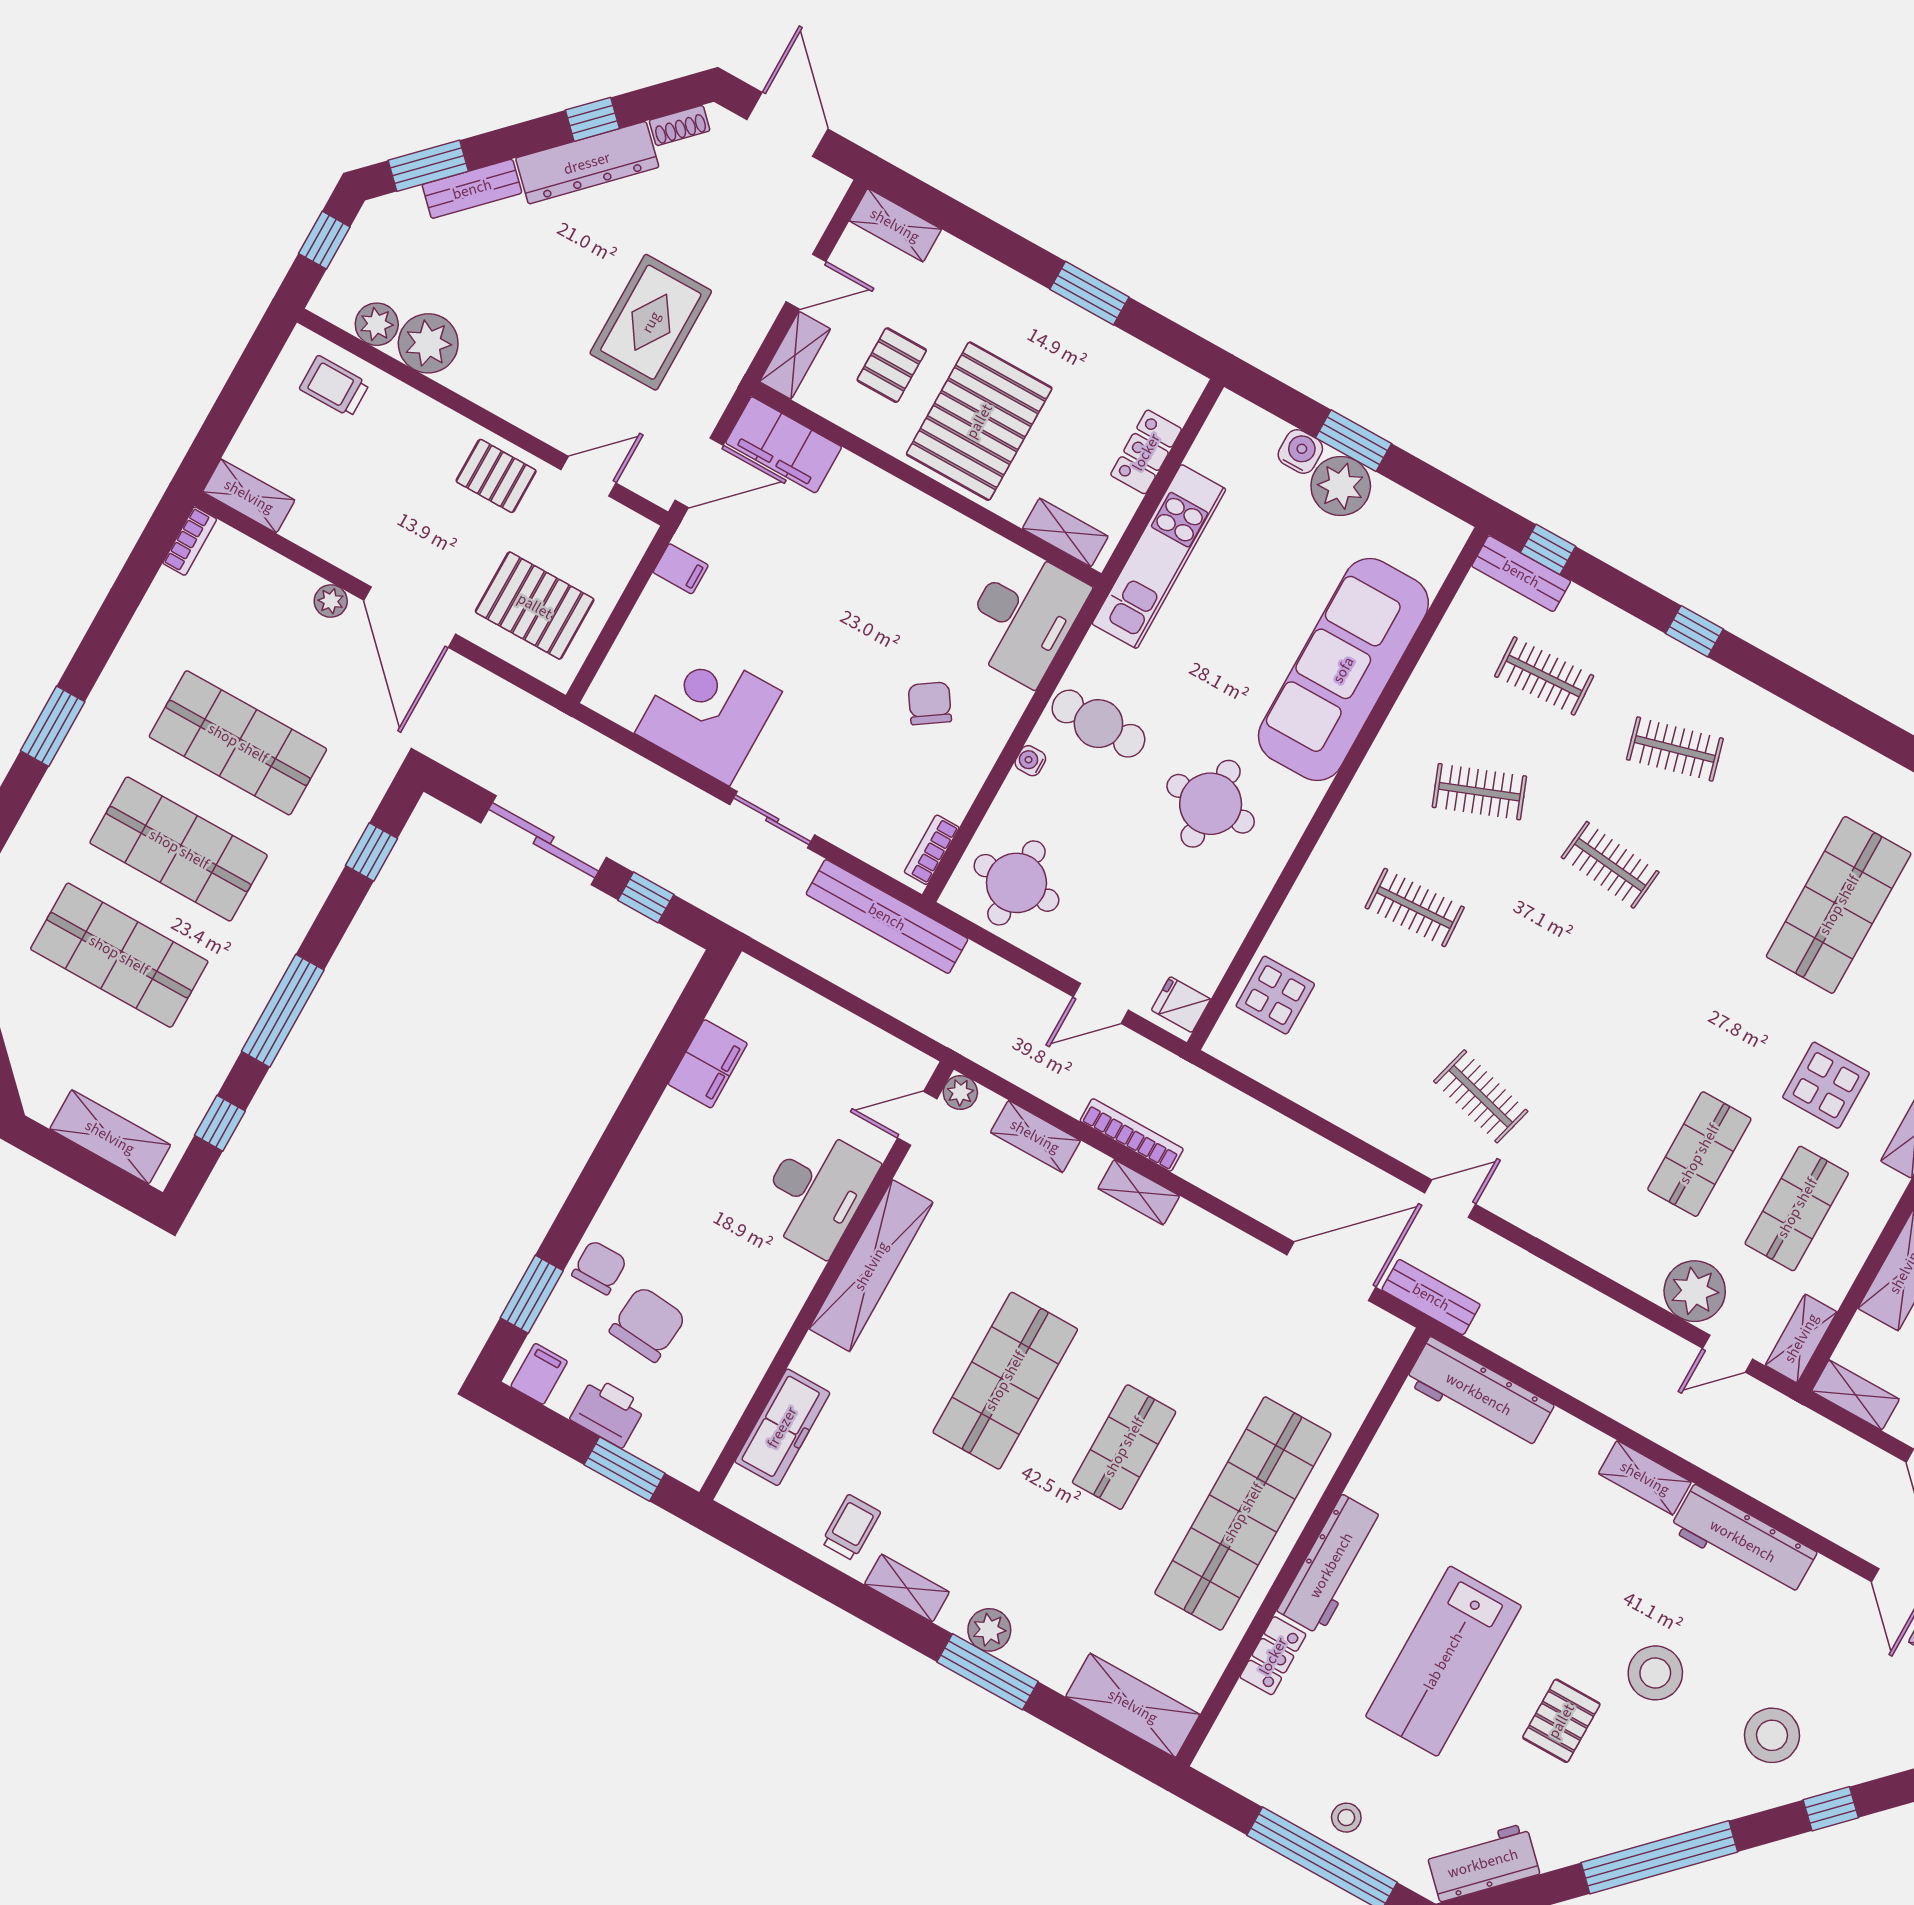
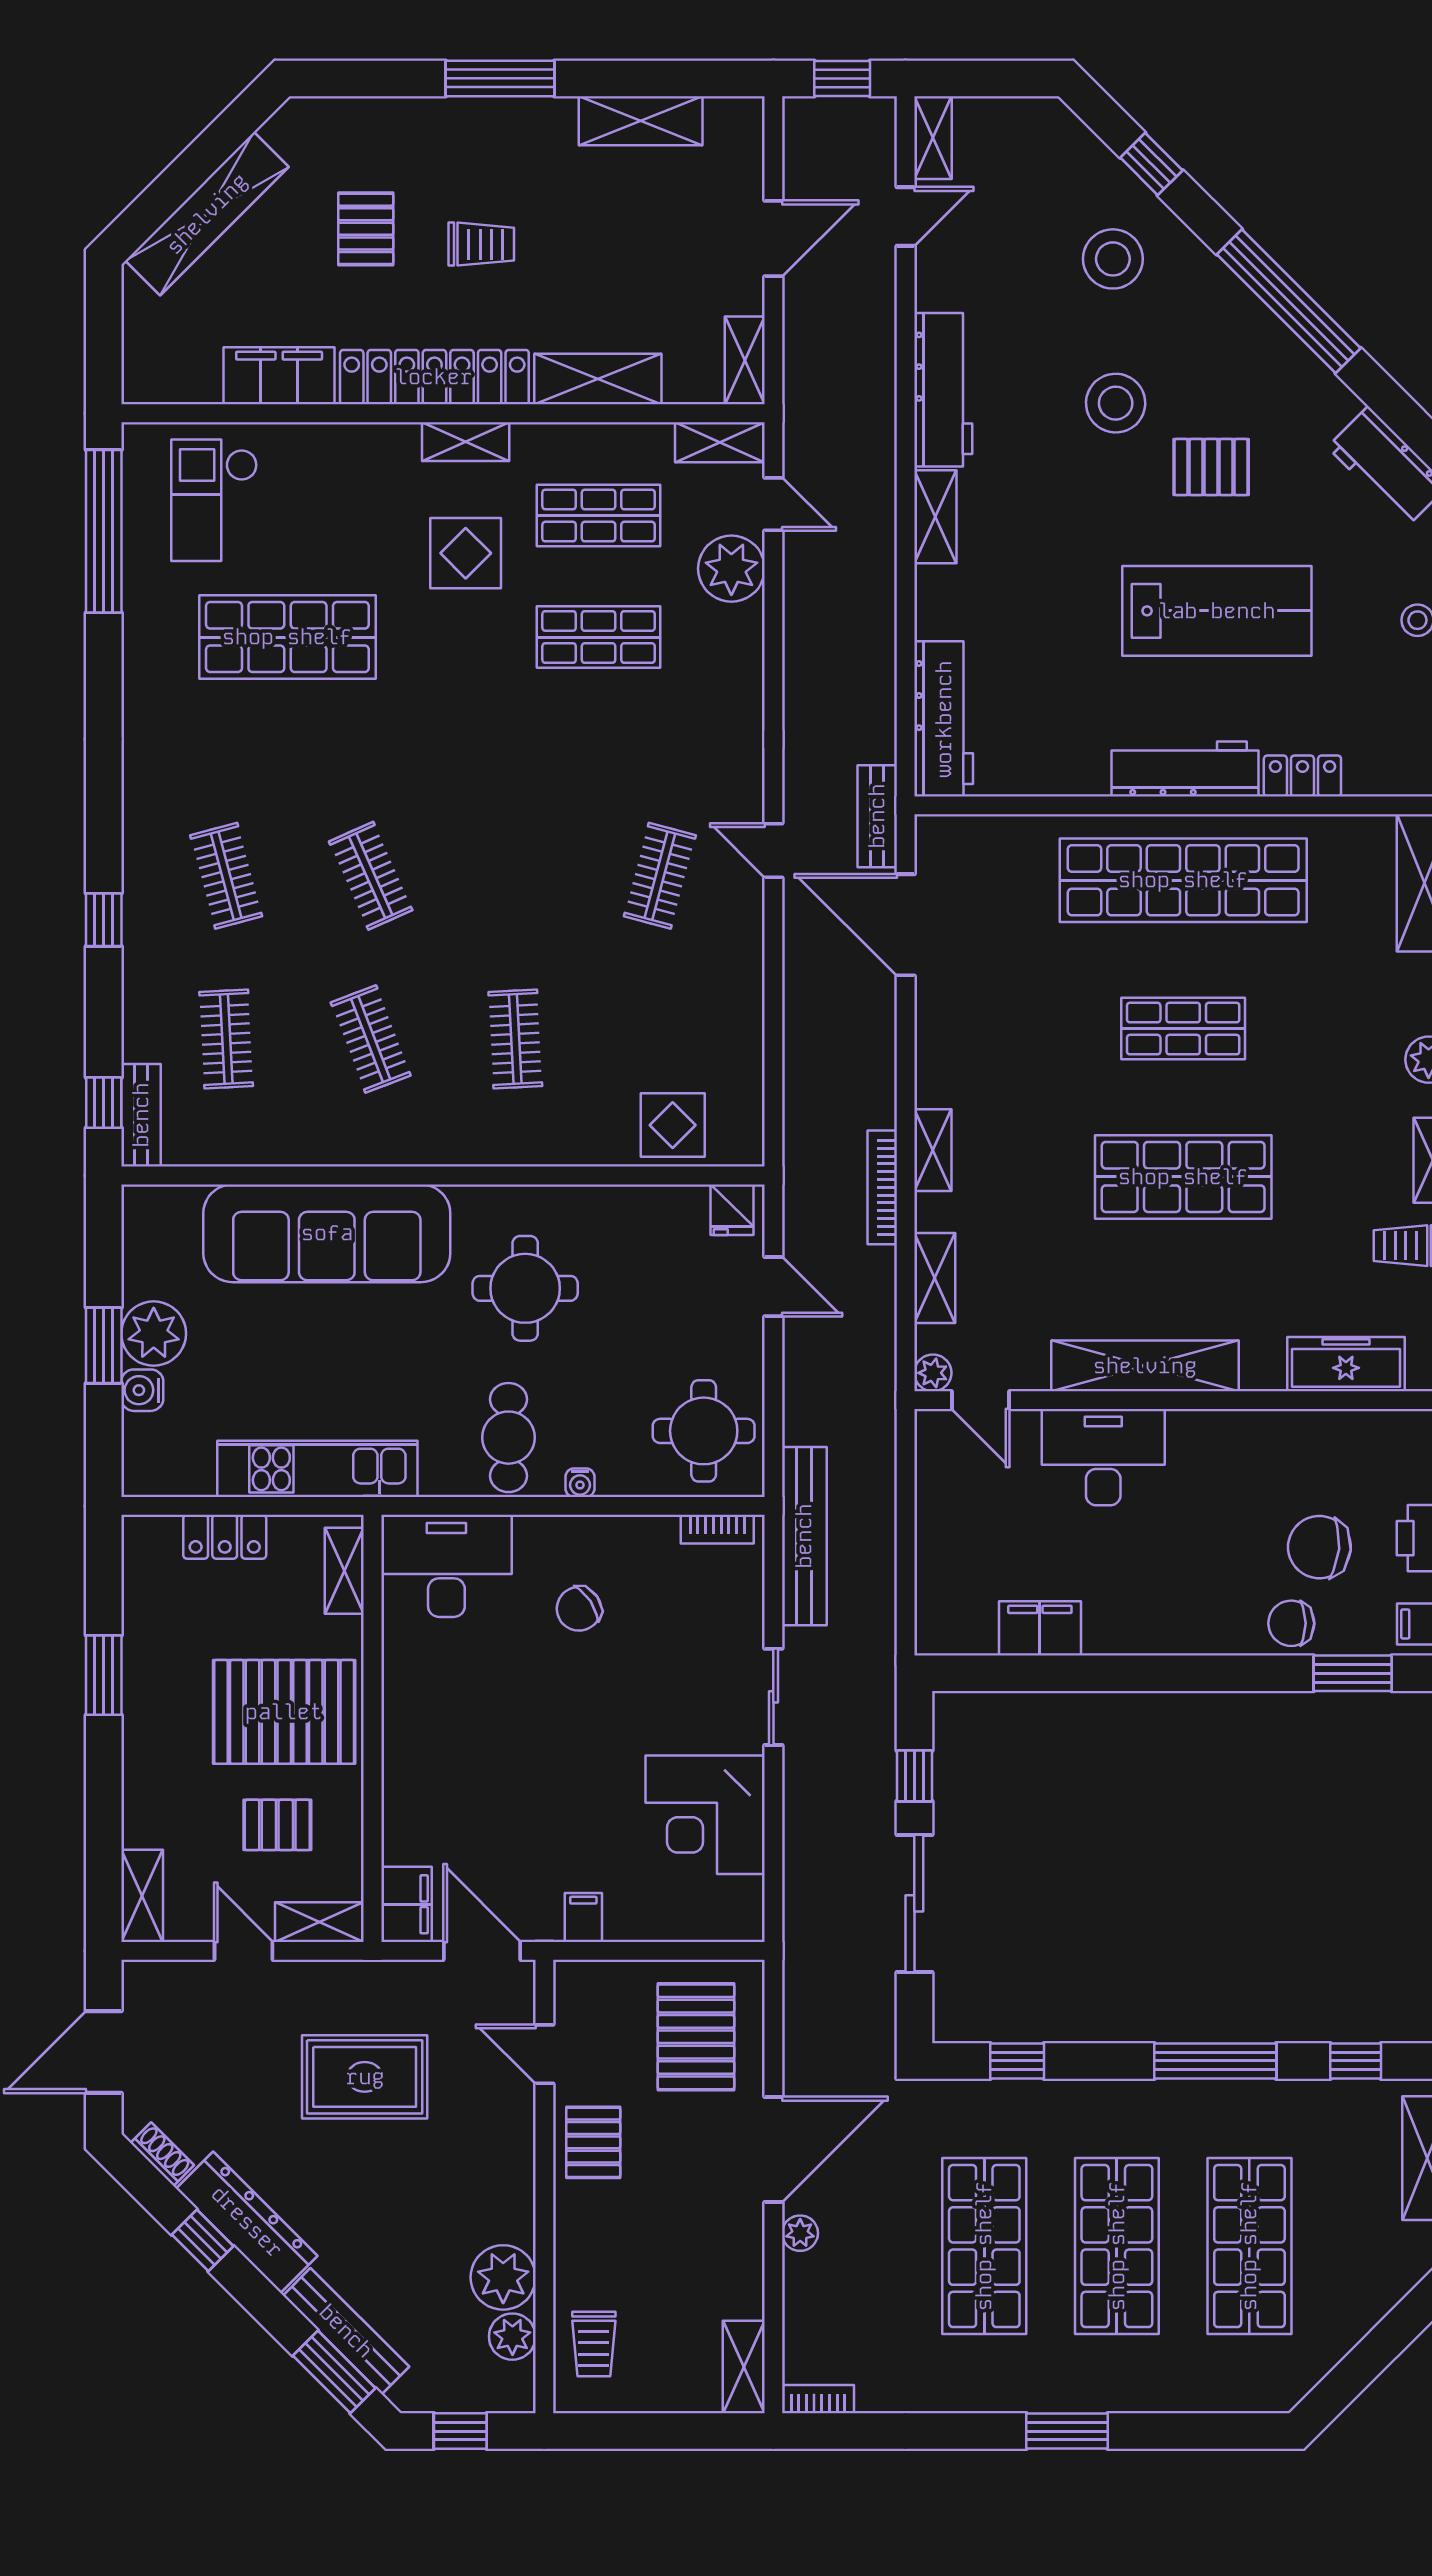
bench: (472, 189) -> (346, 2331), width x1.36
filing cabinet: (784, 445) -> (406, 1904), width x0.67, depth x0.86
clothes rail: (1610, 865) -> (371, 876), turned -30

